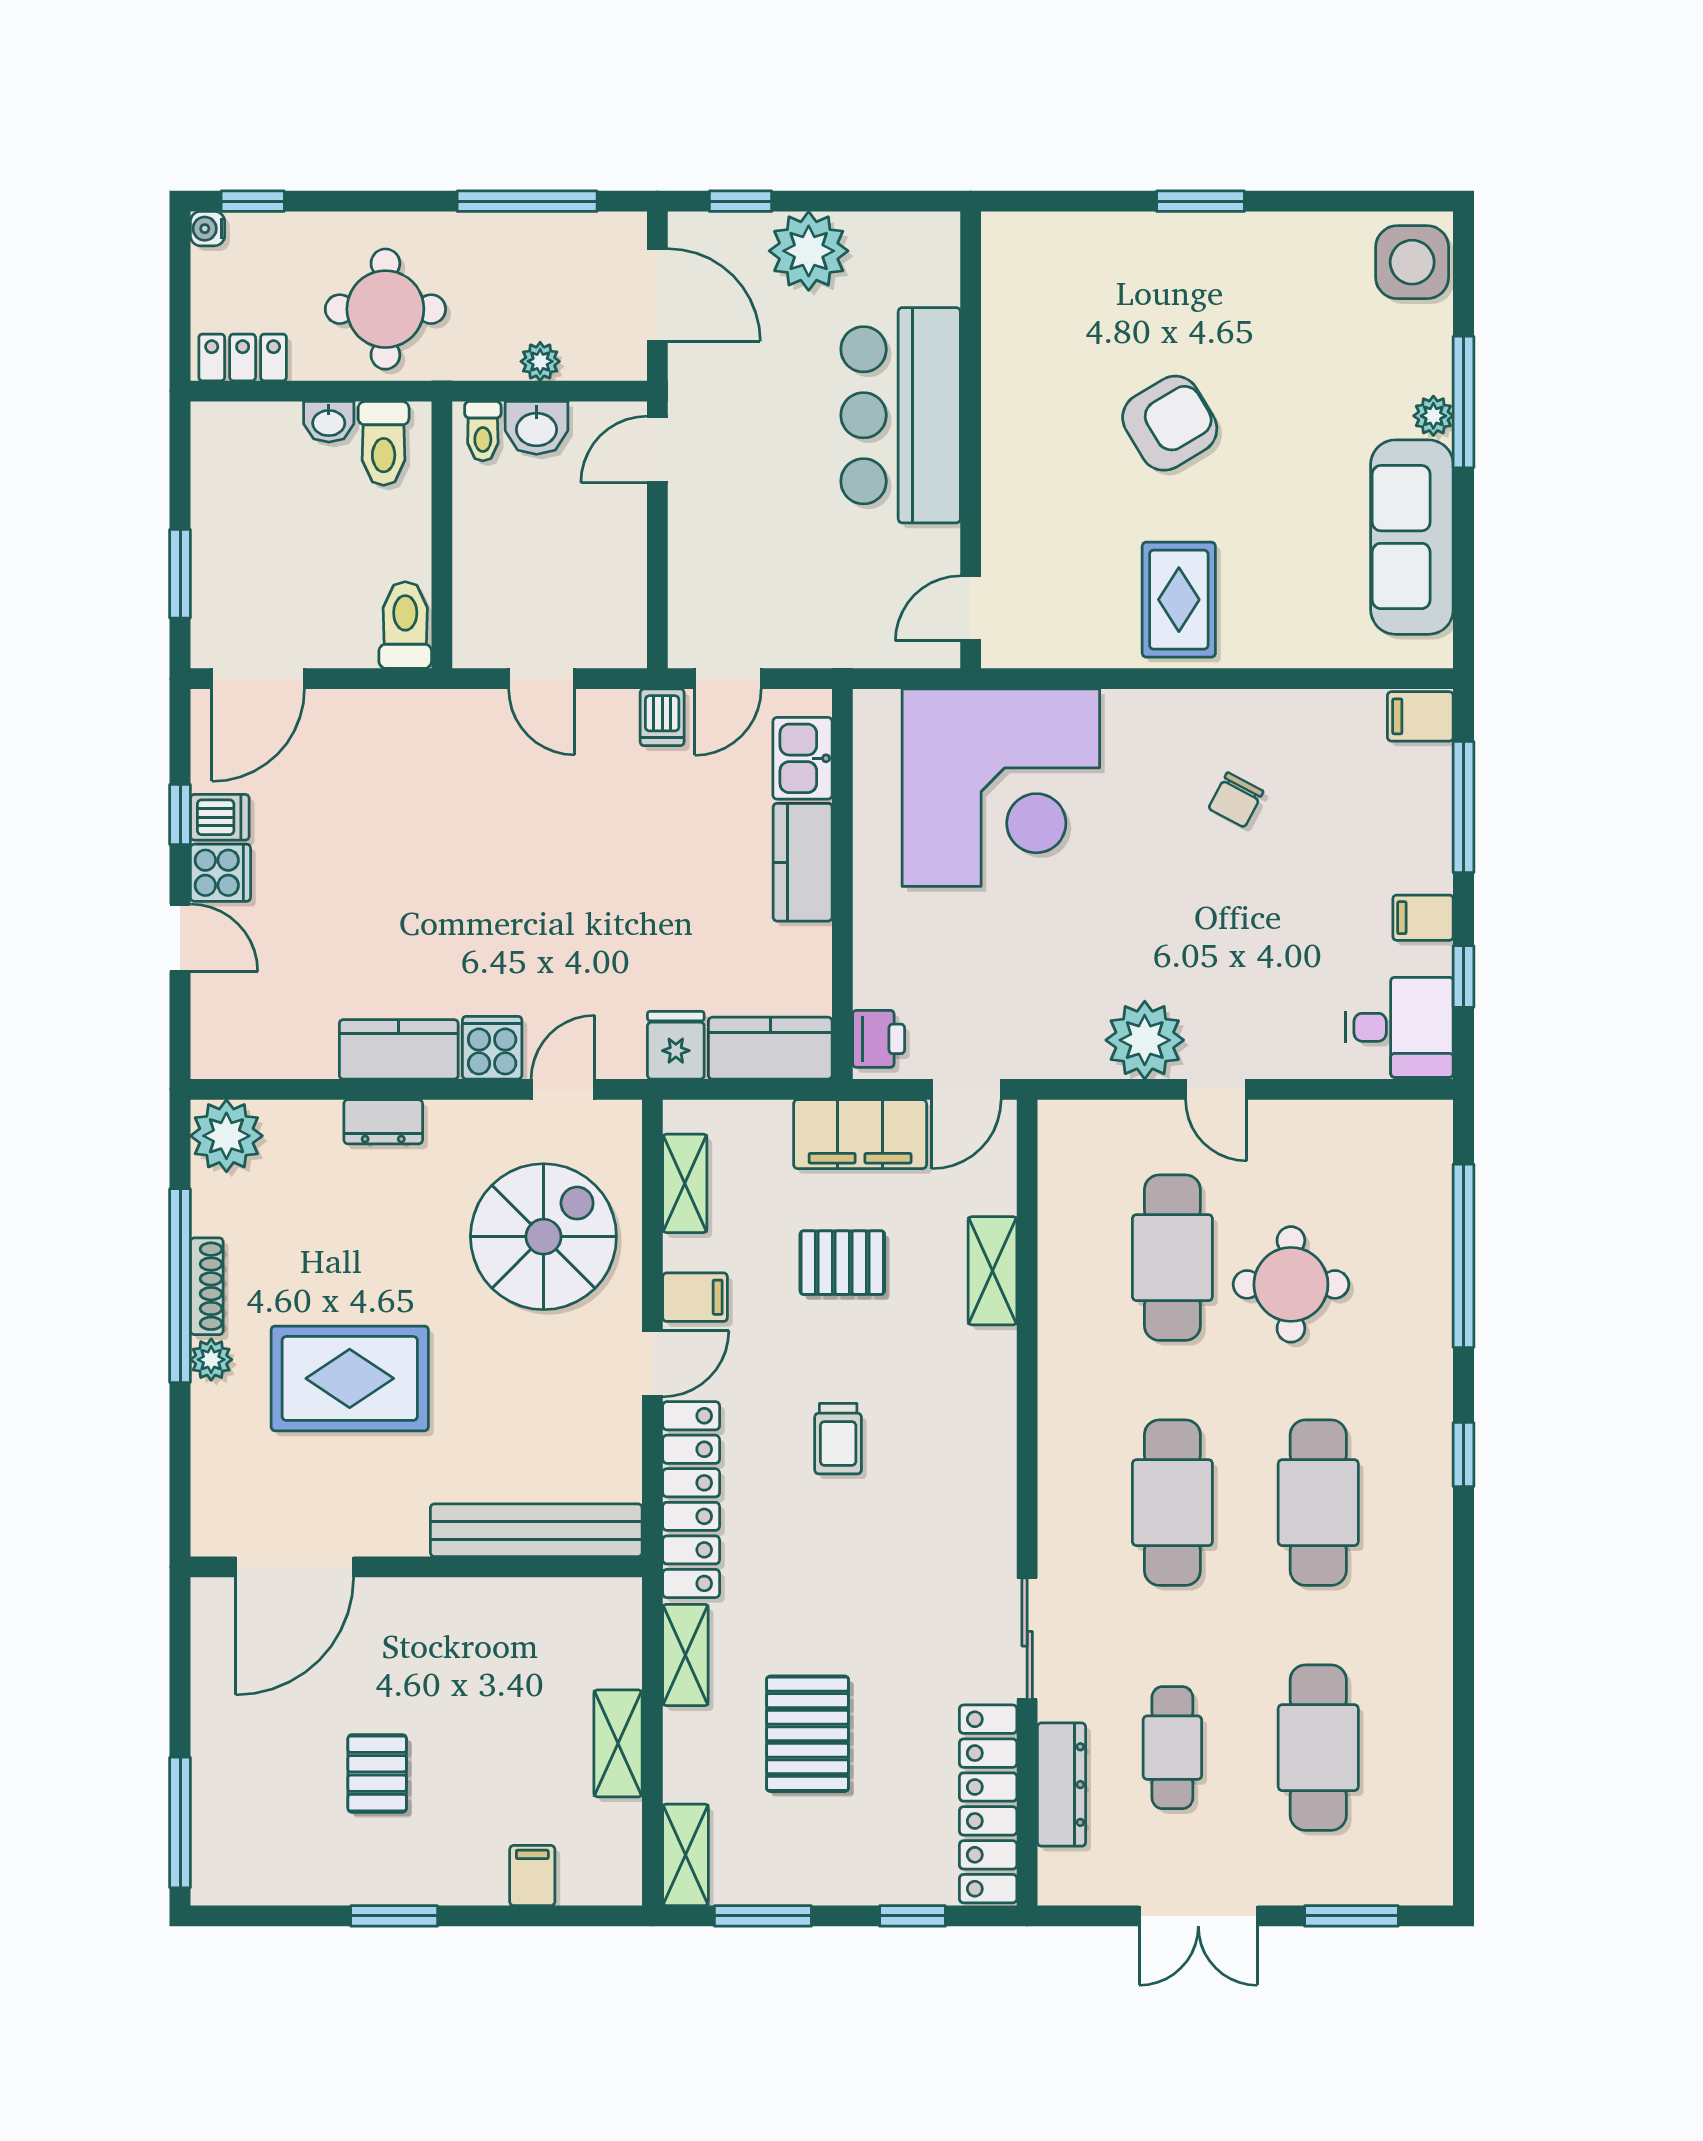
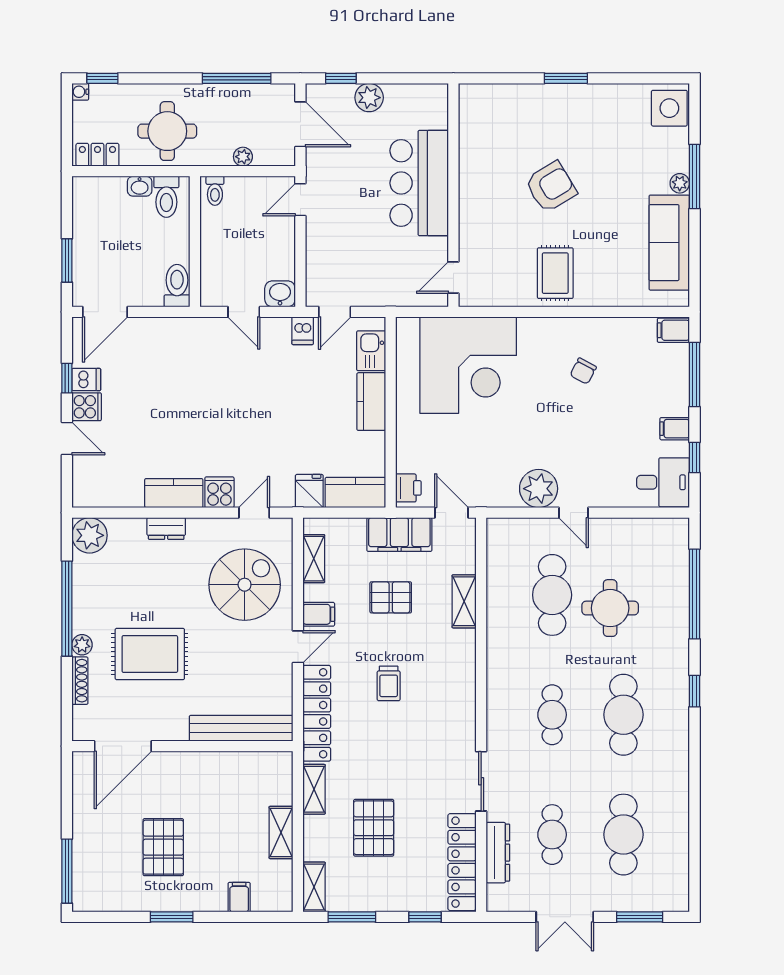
plant: (809, 251) -> (369, 98), width x0.73, depth x0.73
washbasin: (537, 428) -> (280, 294), moved, turned 180
door: (967, 1089) -> (451, 513), swing flipped
shoe rack: (207, 1286) -> (80, 681), moved
cafe table: (1172, 1503) -> (552, 715), width x0.73, depth x0.74
pallet: (377, 1773) -> (163, 847), width x1.50, depth x1.42

